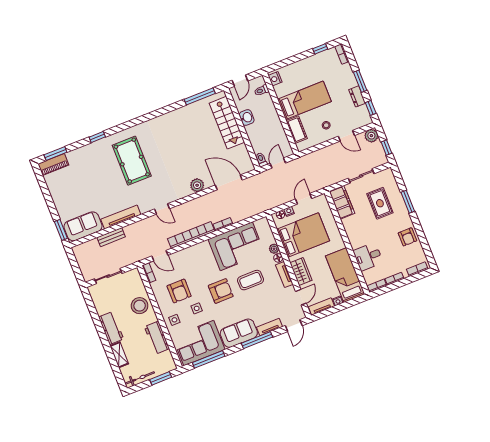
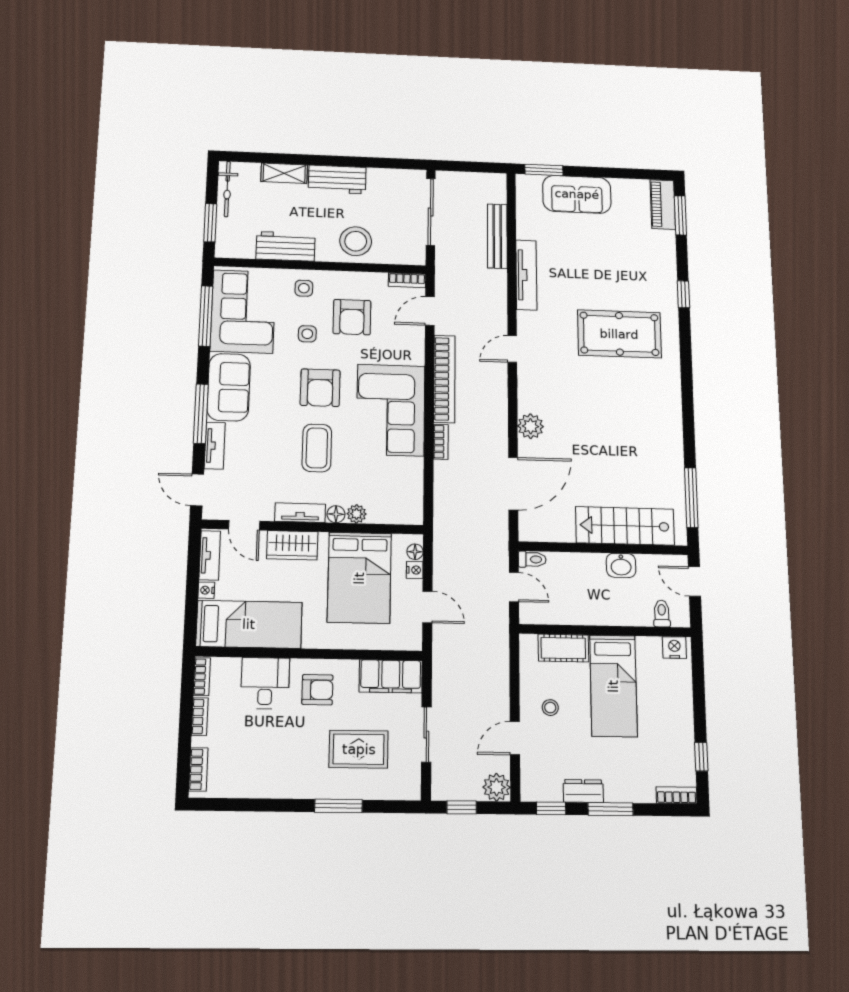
sofa: (83, 226) -> (577, 194), moved, turned 90
bench: (111, 237) -> (497, 236), width x1.36
armchair: (407, 237) -> (317, 690), moved, turned 180
corner sofa: (236, 246) -> (391, 410), moved
sliding door: (108, 276) -> (431, 212), width x1.37
armchair: (179, 291) -> (352, 317), turned -90

